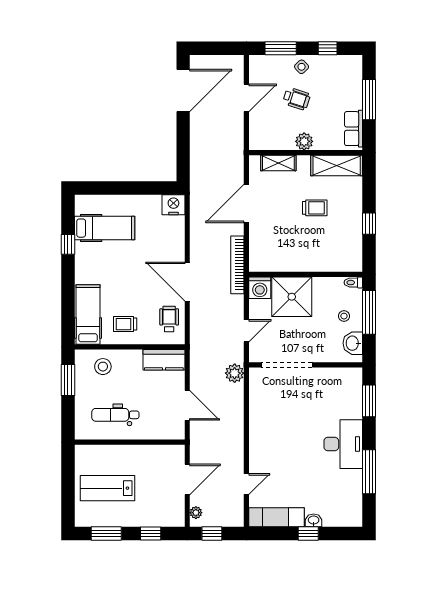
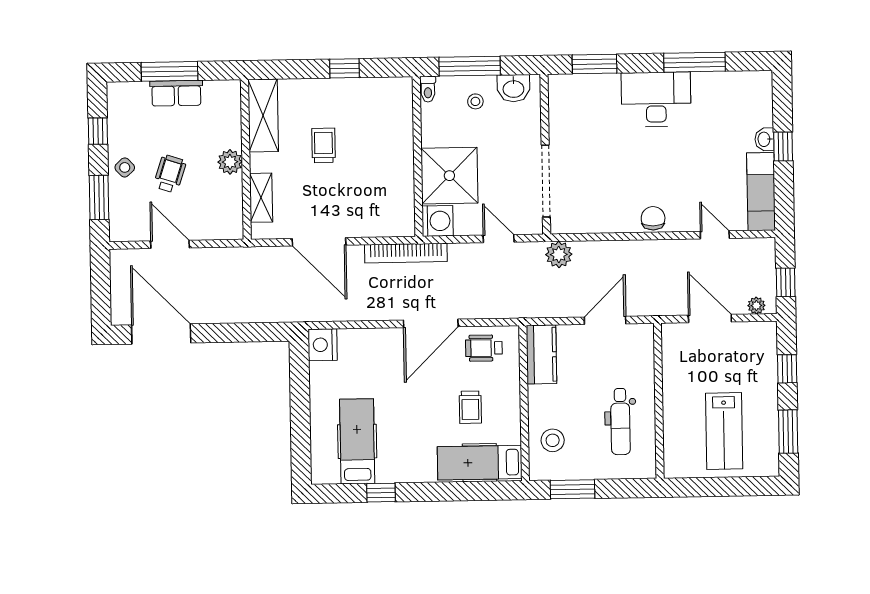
row of seats: (354, 129) -> (176, 93), moved
trolley: (125, 324) -> (470, 407), moved
chair: (259, 440) -> (653, 218), added

